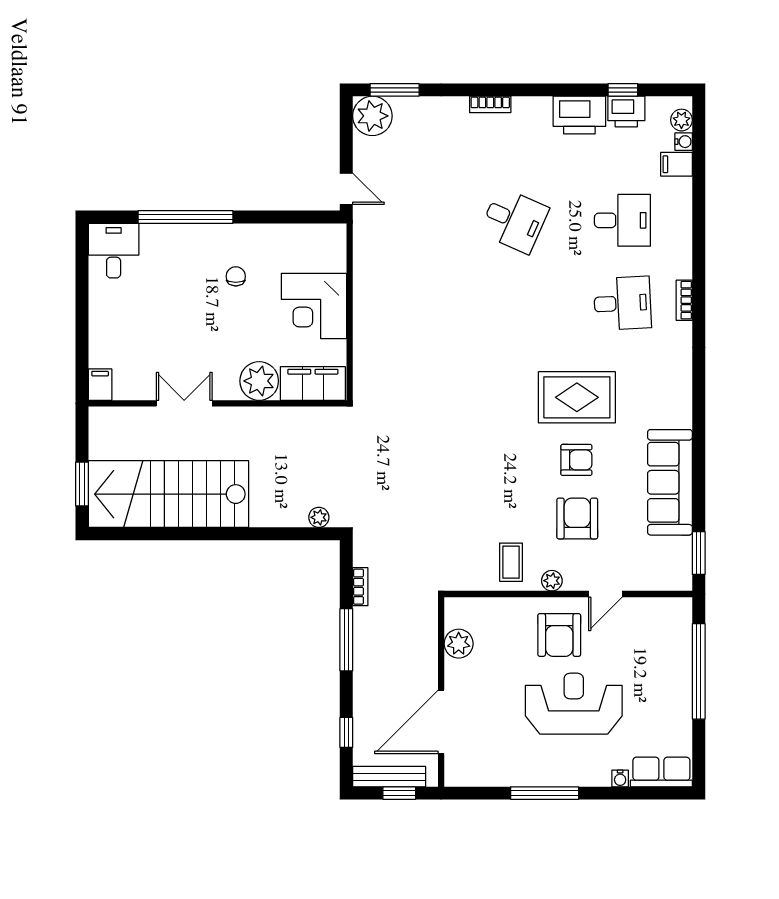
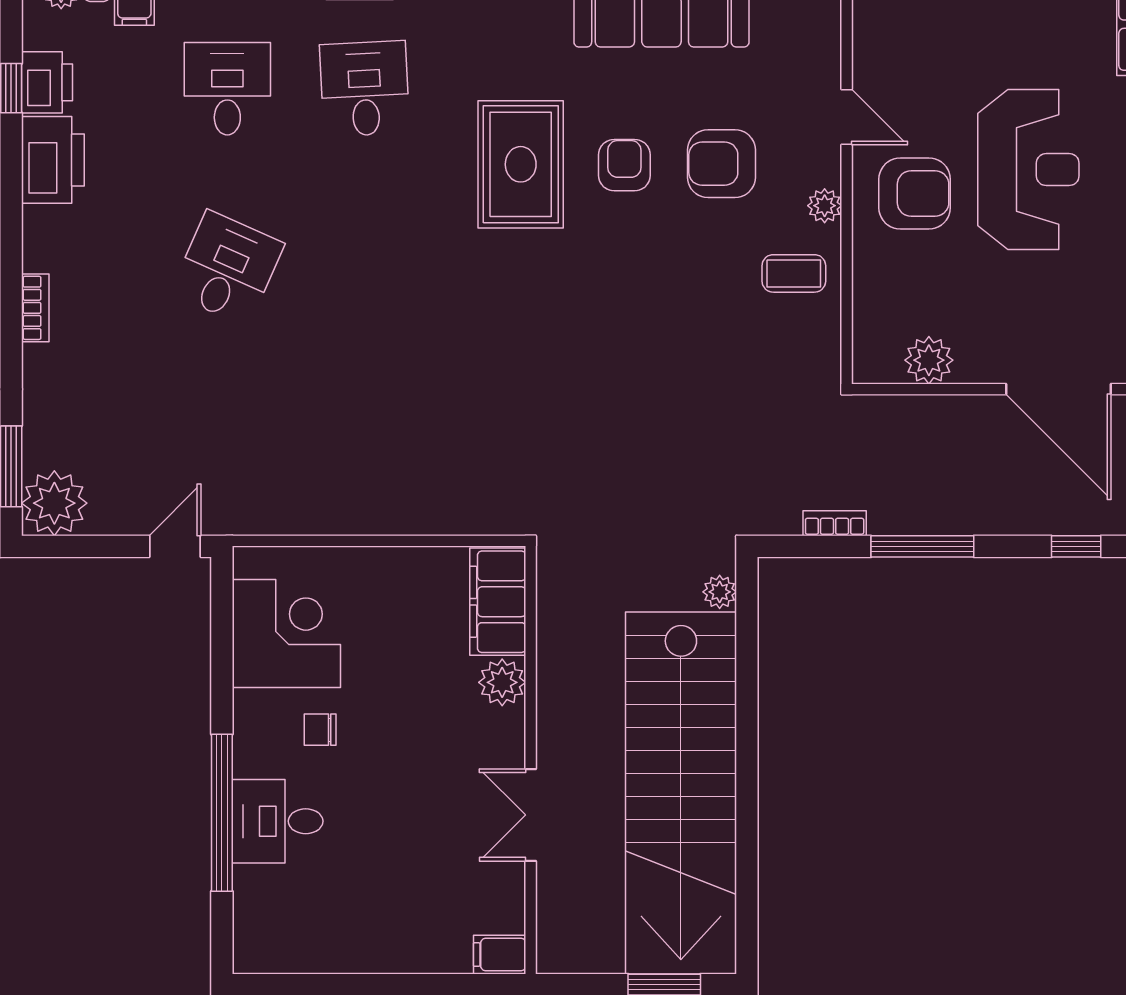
desk: (114, 251) -> (278, 821), moved
corner desk: (314, 306) -> (286, 634), moved, turned -90
plant: (259, 381) -> (502, 682), width x0.73, depth x0.73
stairs: (168, 494) -> (681, 793), width x1.36
reception desk: (574, 704) -> (1028, 170), turned 180

